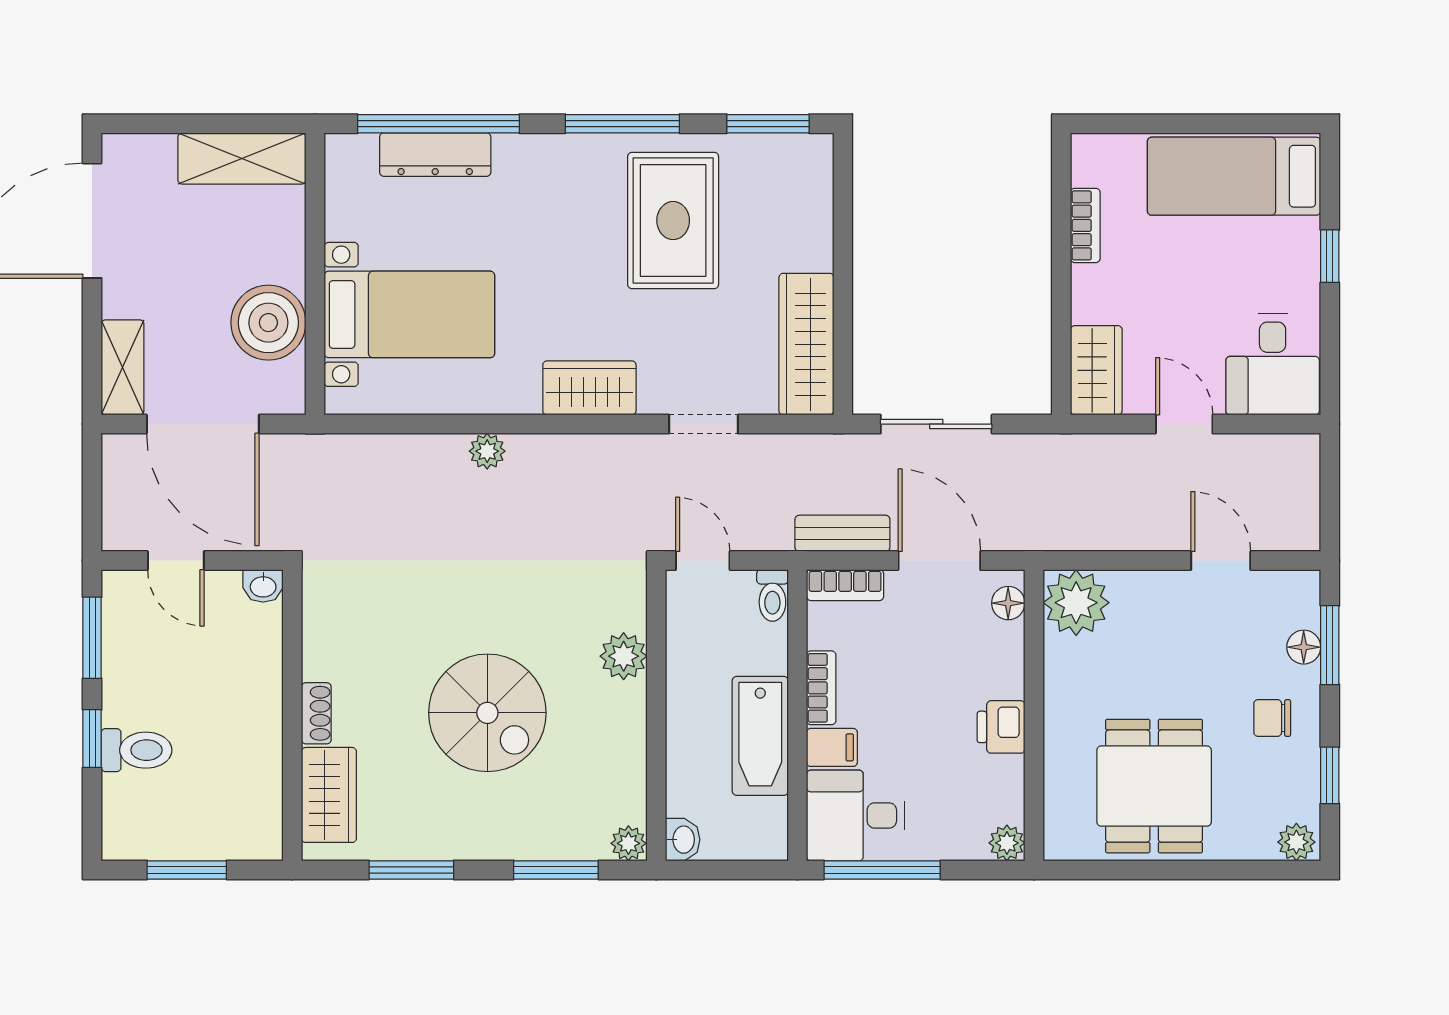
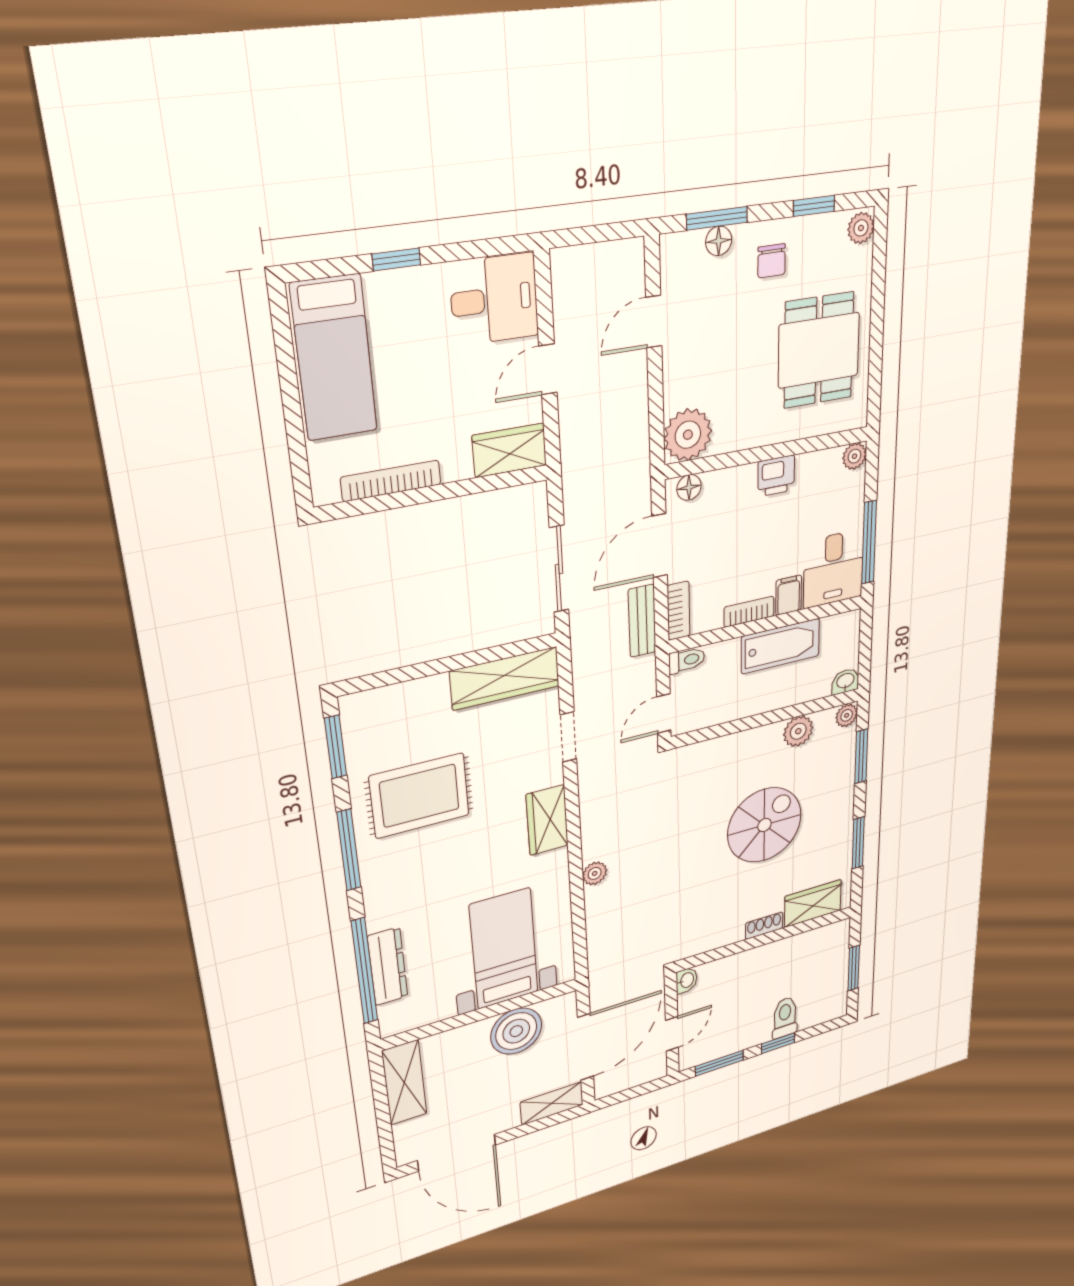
bookcase: (1085, 225) -> (391, 481), width x1.56
plant: (624, 656) -> (798, 731), moved
dining table: (1154, 786) -> (819, 350), turned 90

